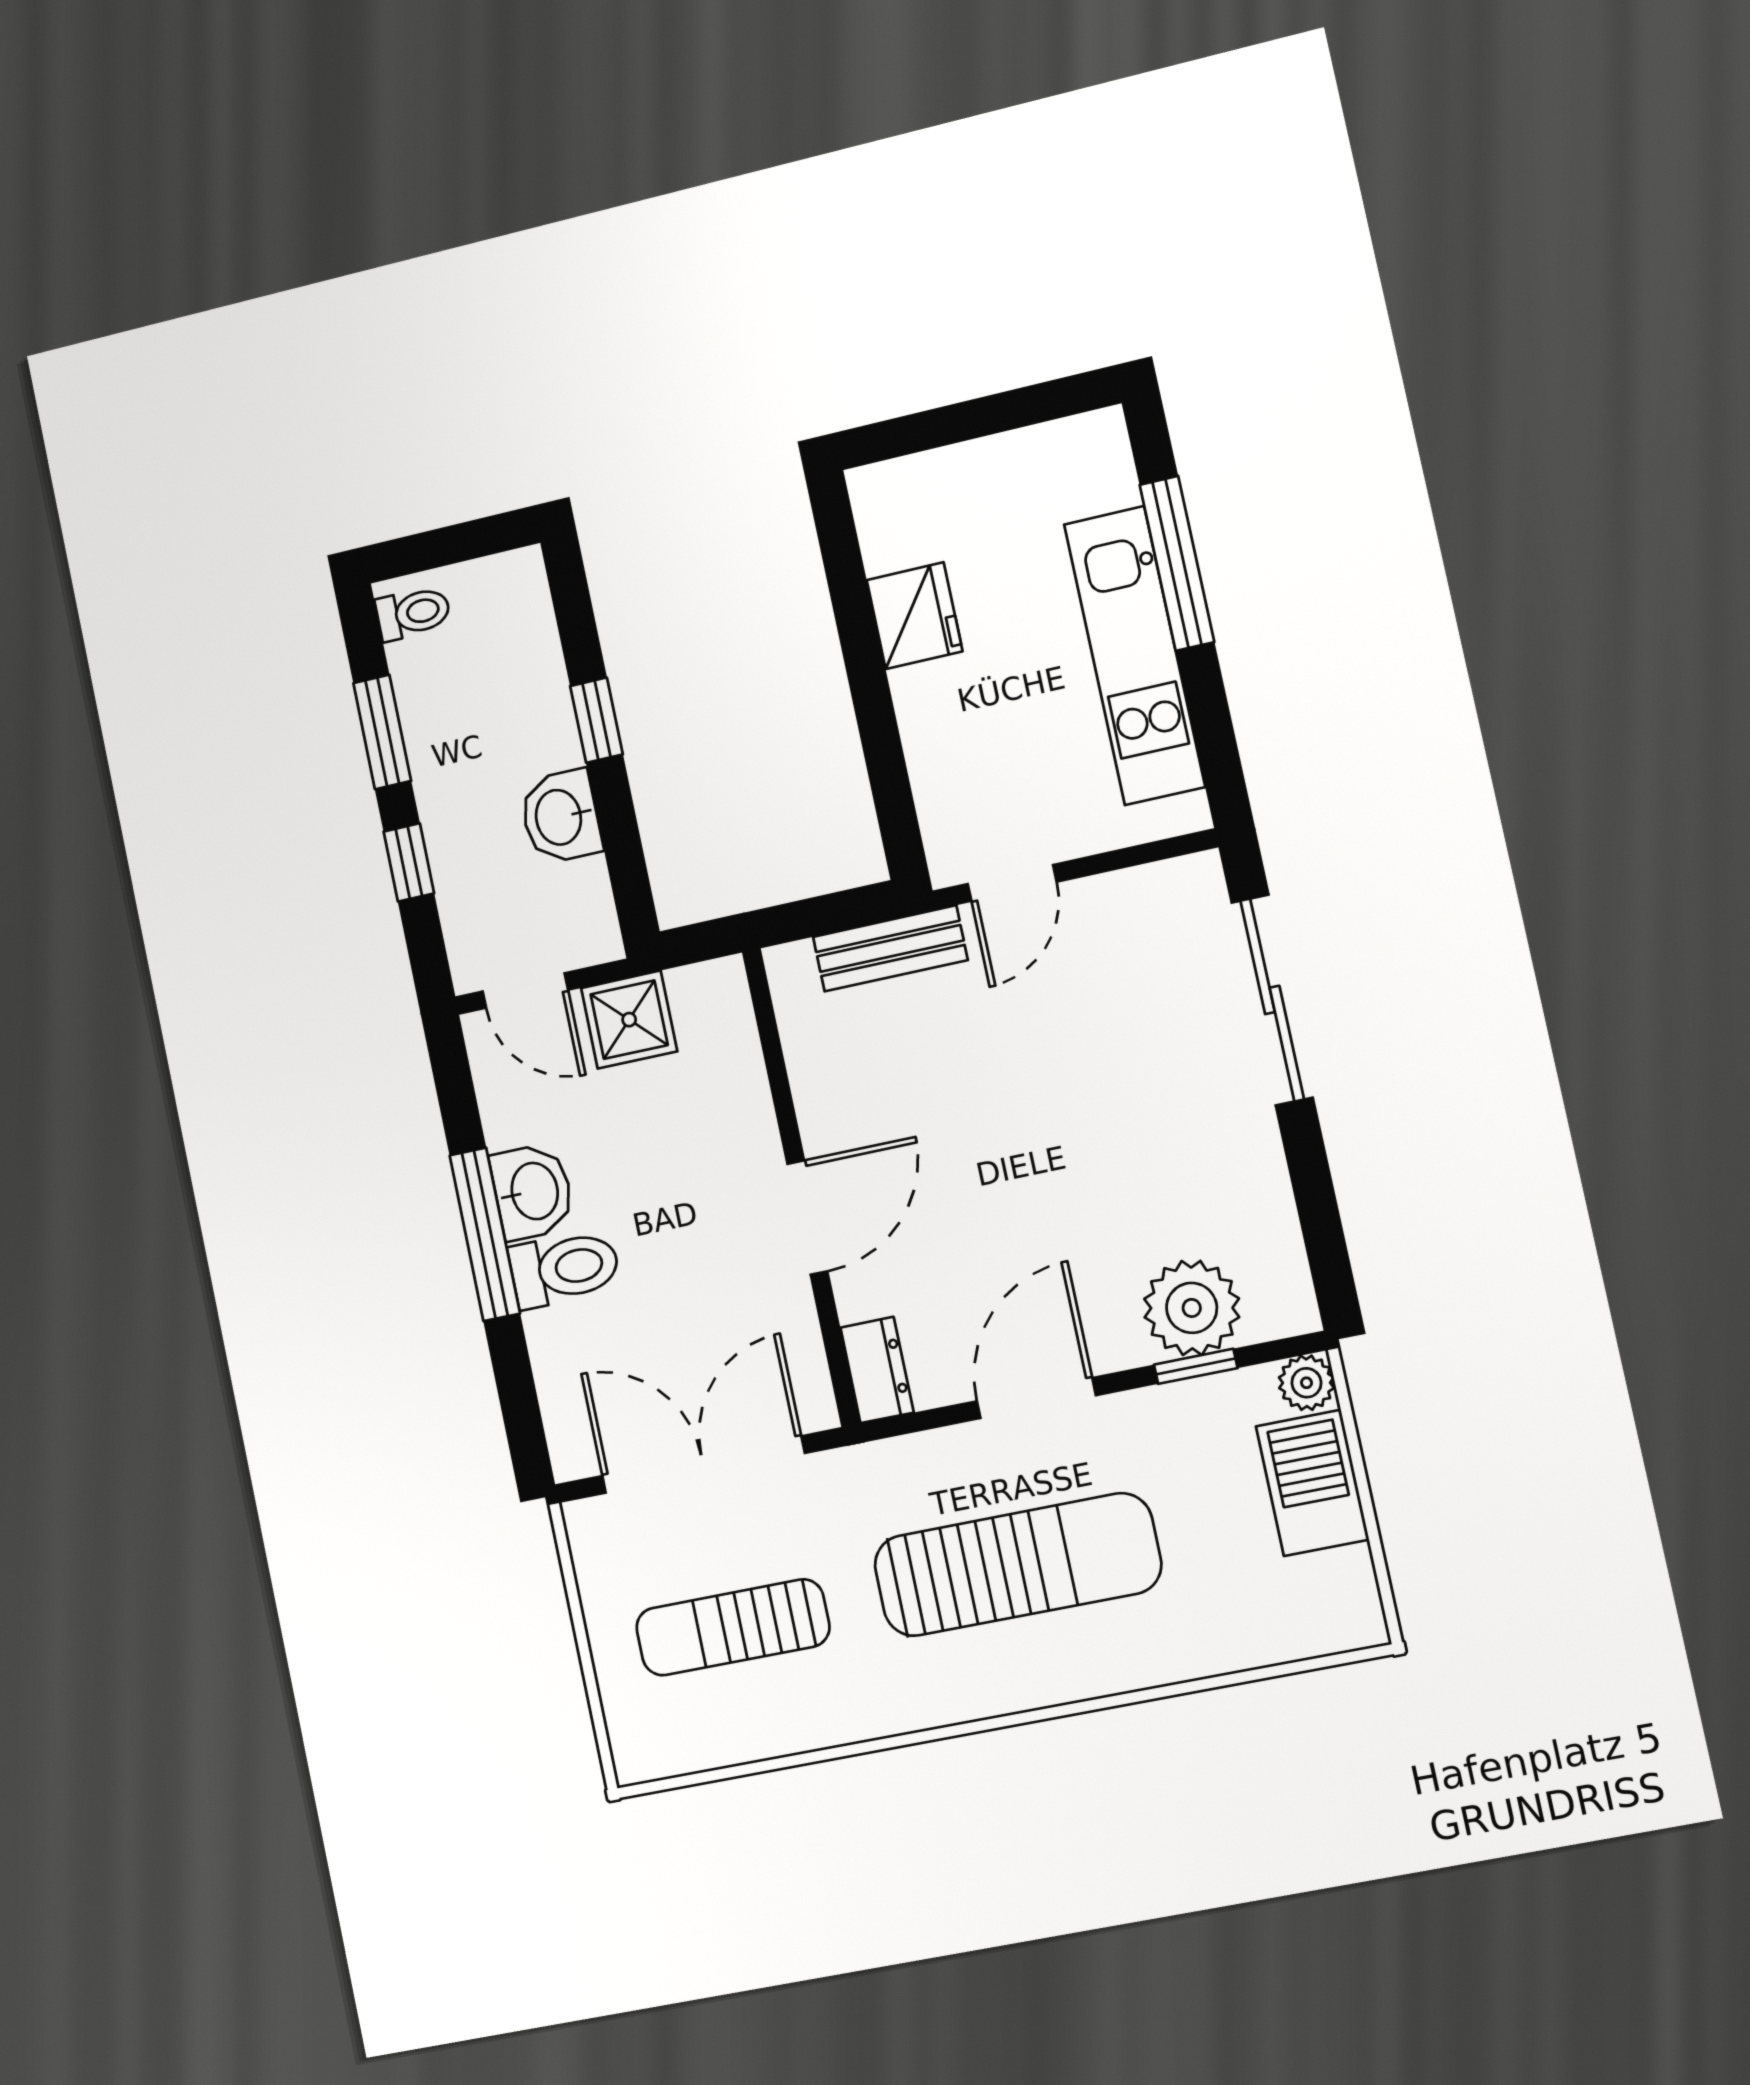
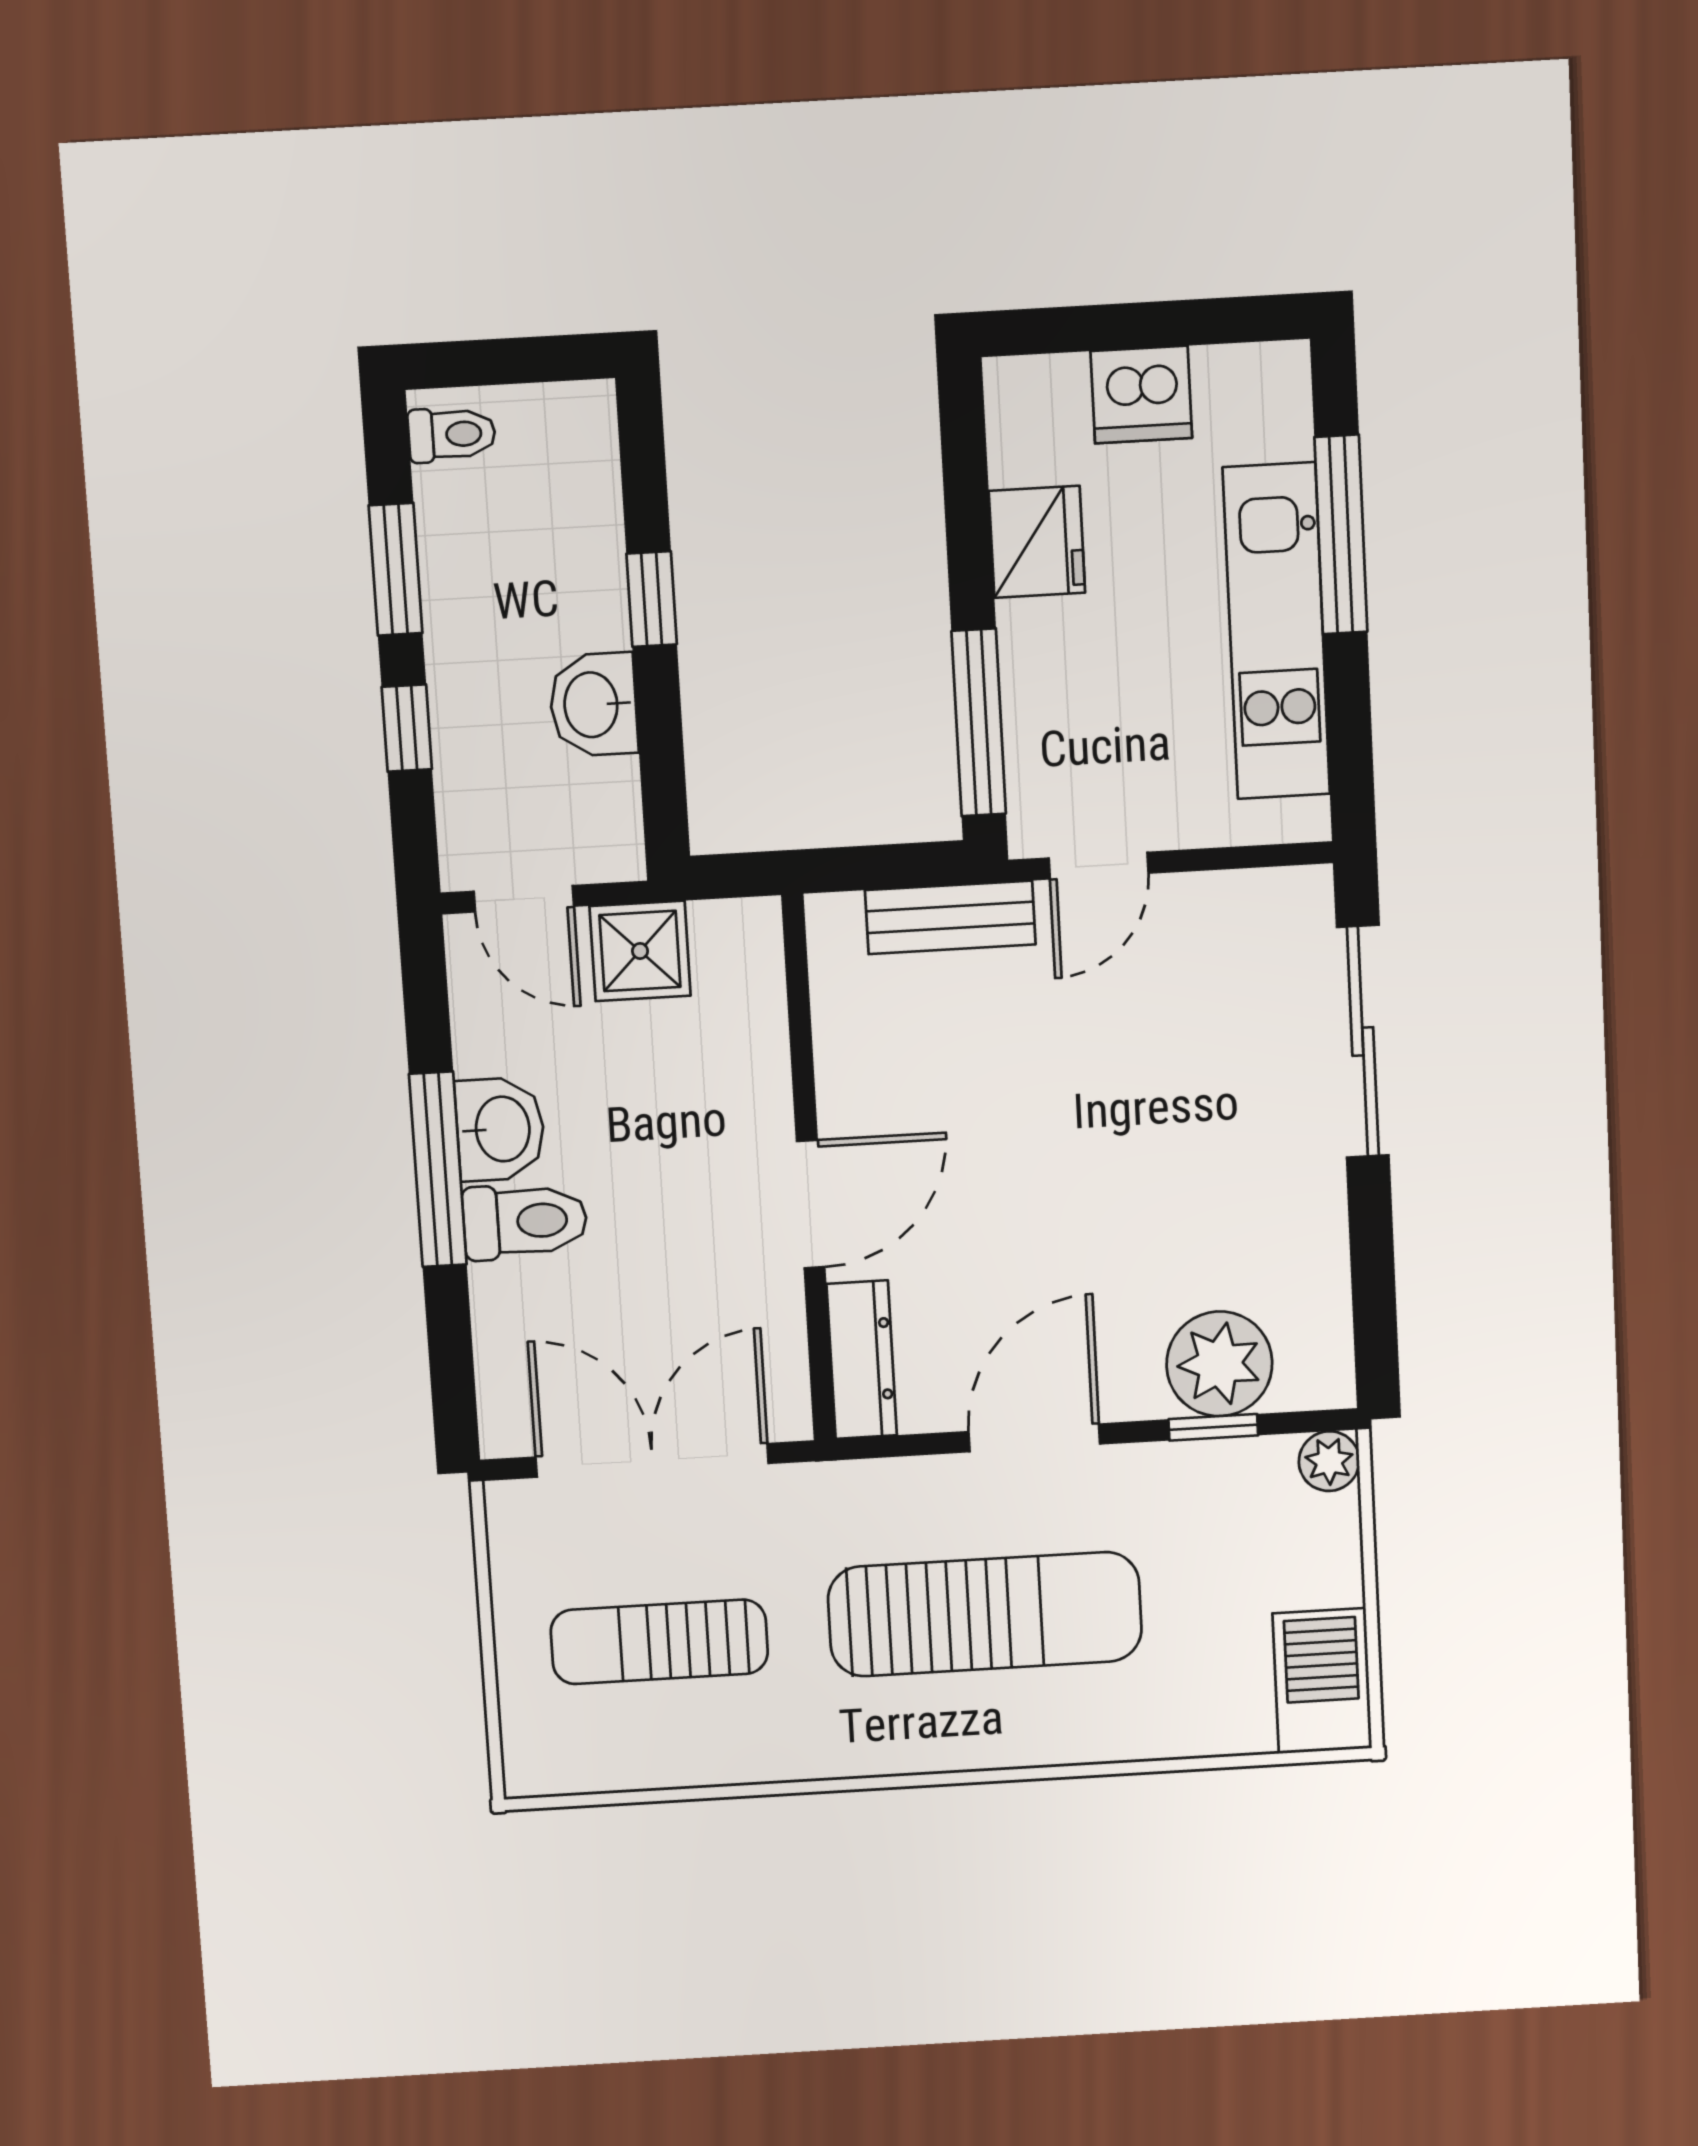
dishwasher: (984, 476) -> (1141, 395), added
window: (889, 777) -> (979, 723), added
dresser: (877, 1370) -> (862, 1360), width x1.44
barbecue: (1312, 1483) -> (1322, 1681), moved

